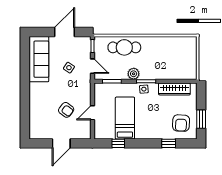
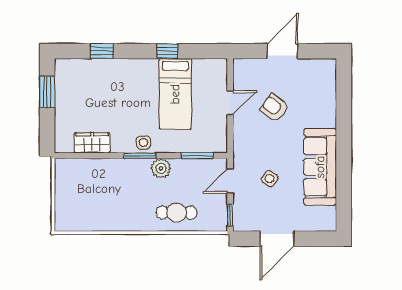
cafe table: (124, 47) -> (176, 213), width x0.73, depth x0.74
sofa: (39, 59) -> (320, 167), moved
door: (92, 66) -> (230, 181), hinge flipped
wardrobe: (174, 89) -> (92, 143), width x0.67
armchair: (181, 123) -> (81, 85), removed
window: (118, 143) -> (167, 51), moved

